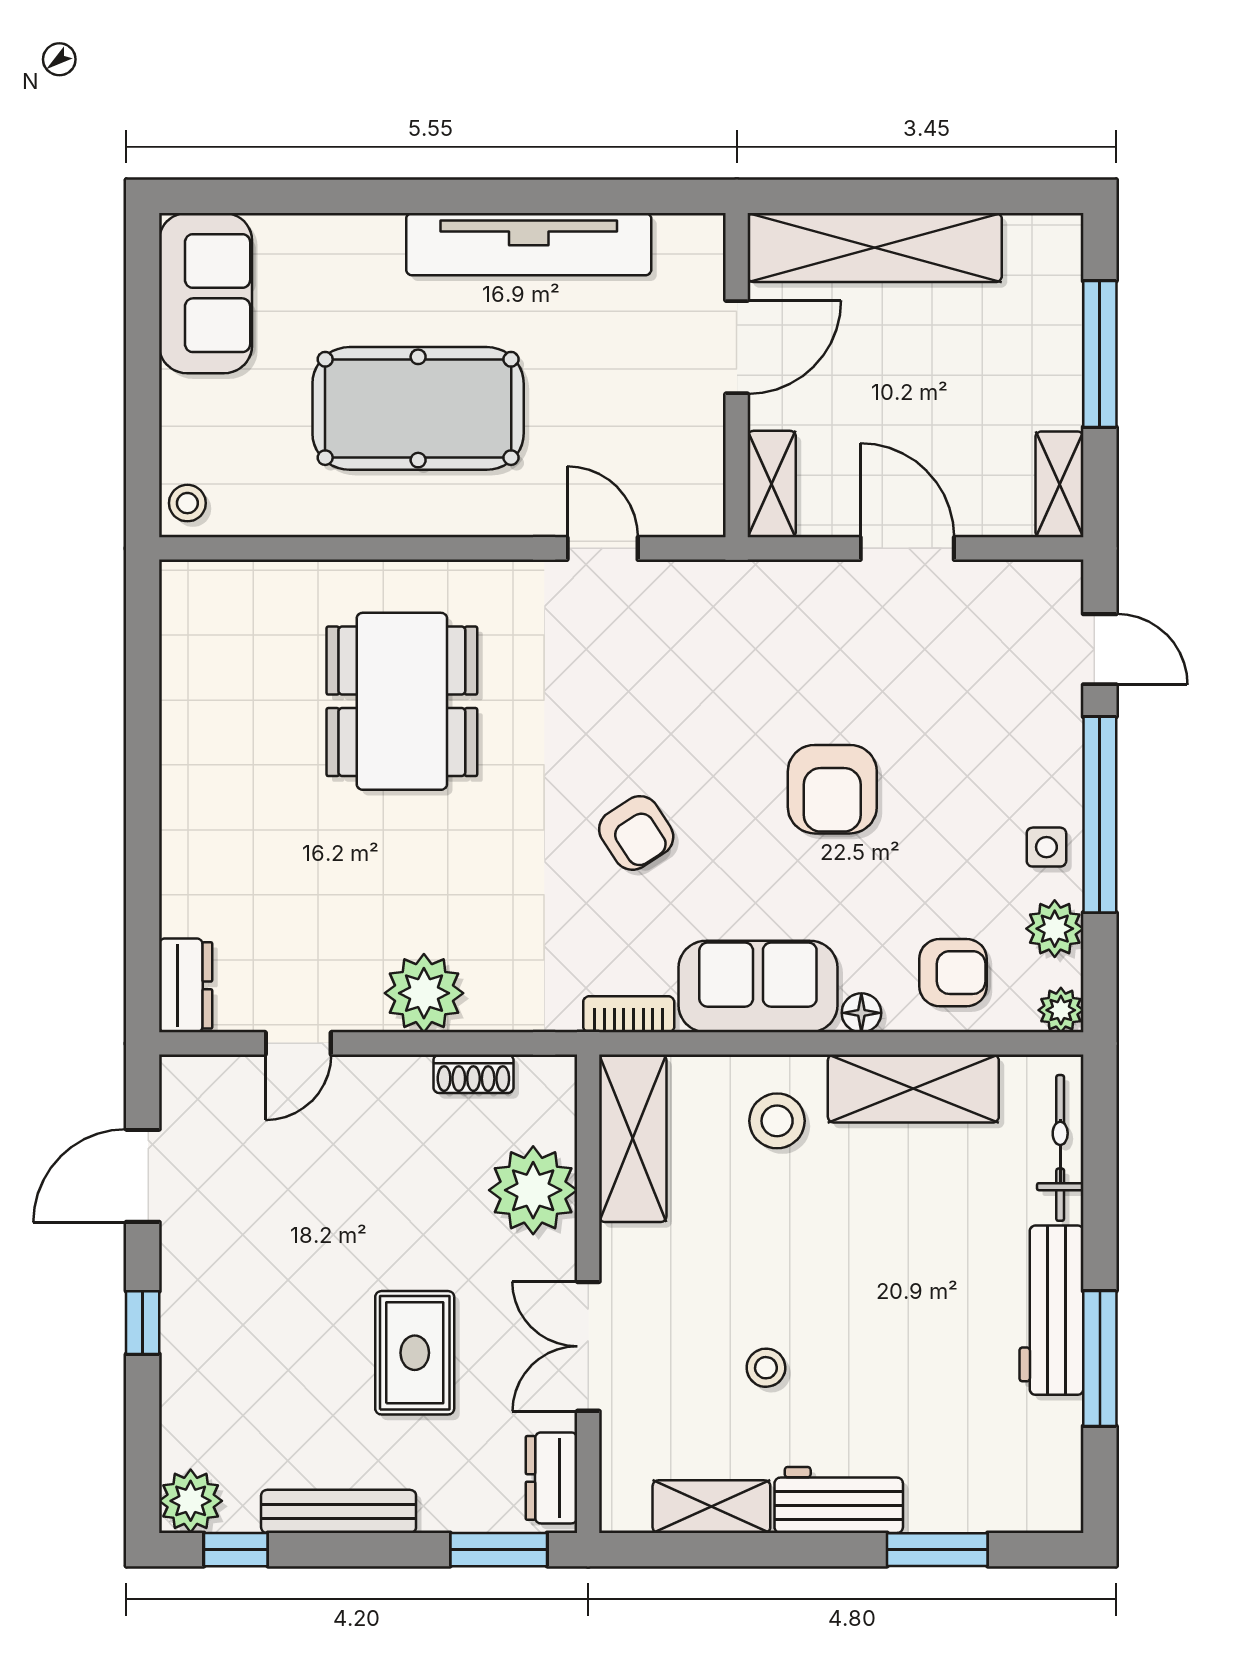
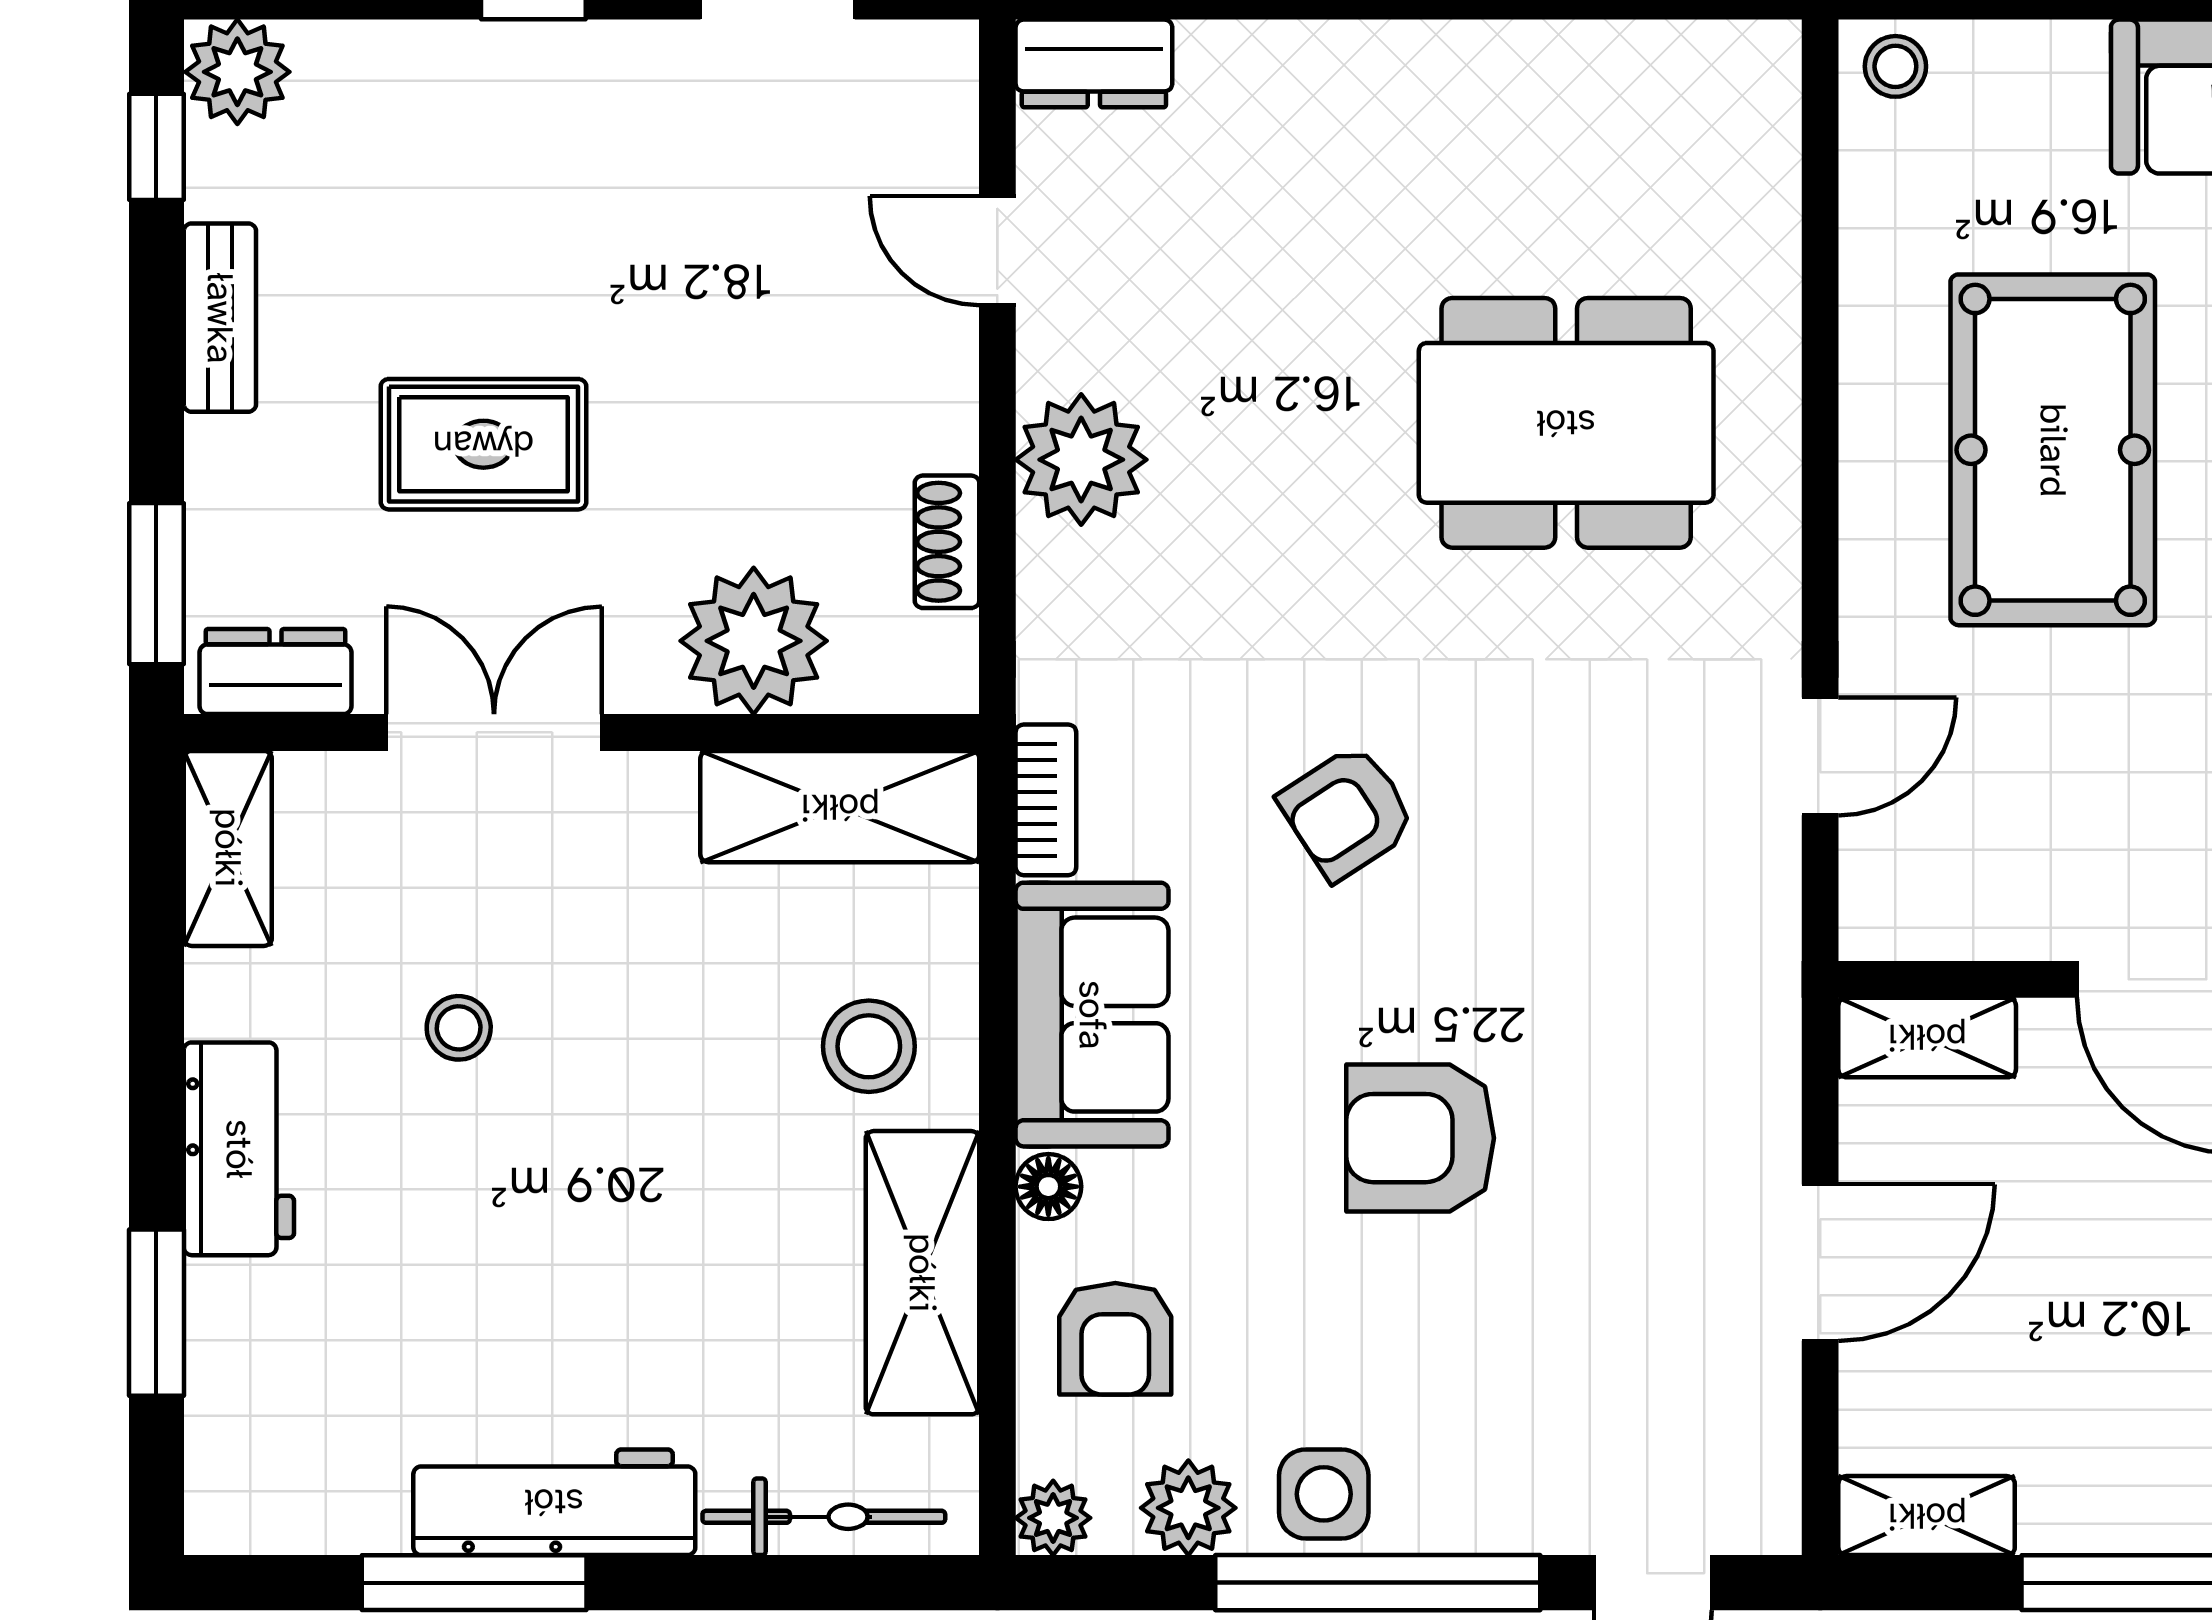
side table: (1046, 847) -> (1324, 1494), width x1.37, depth x1.37
shelving: (711, 1507) -> (228, 848), moved
bench: (339, 1511) -> (220, 318), width x0.73

